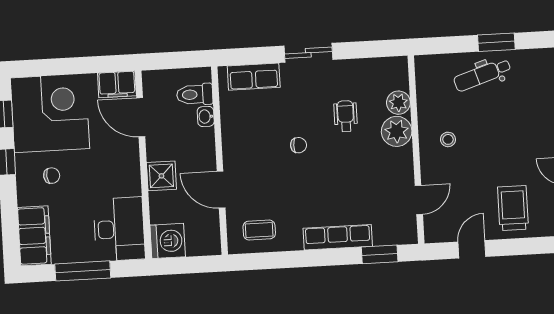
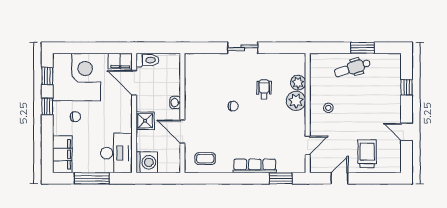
row of seats: (254, 77) -> (207, 61), removed
toilet: (195, 94) -> (147, 60), moved, turned 180
washbasin: (206, 116) -> (175, 103), moved

